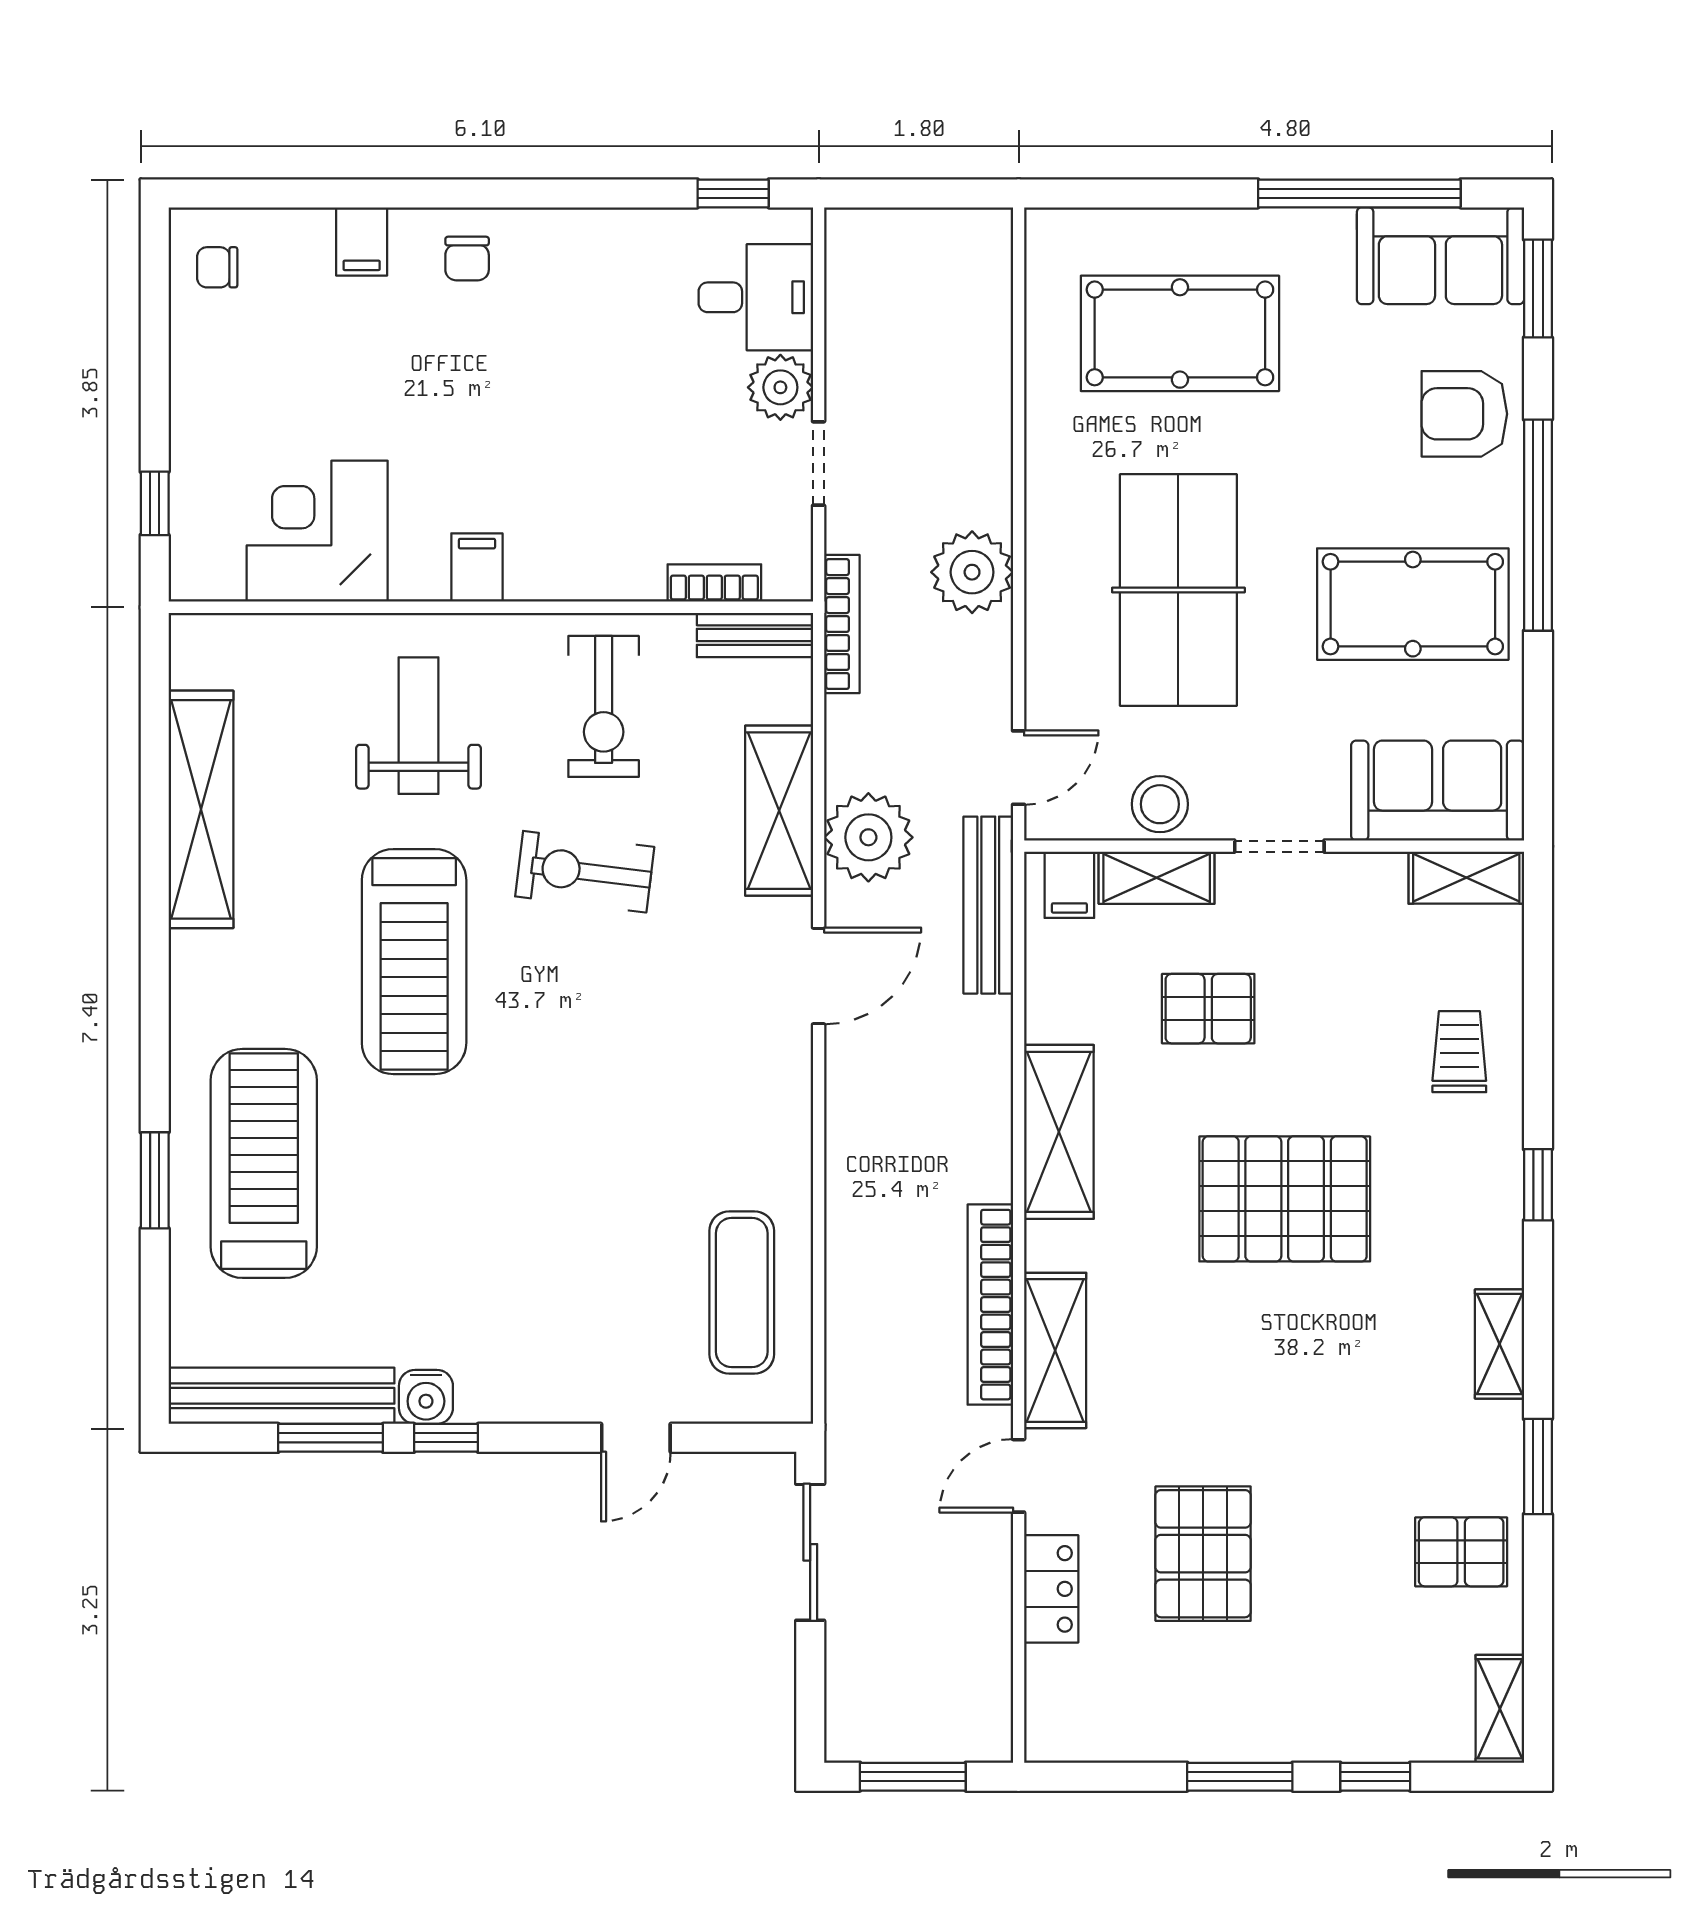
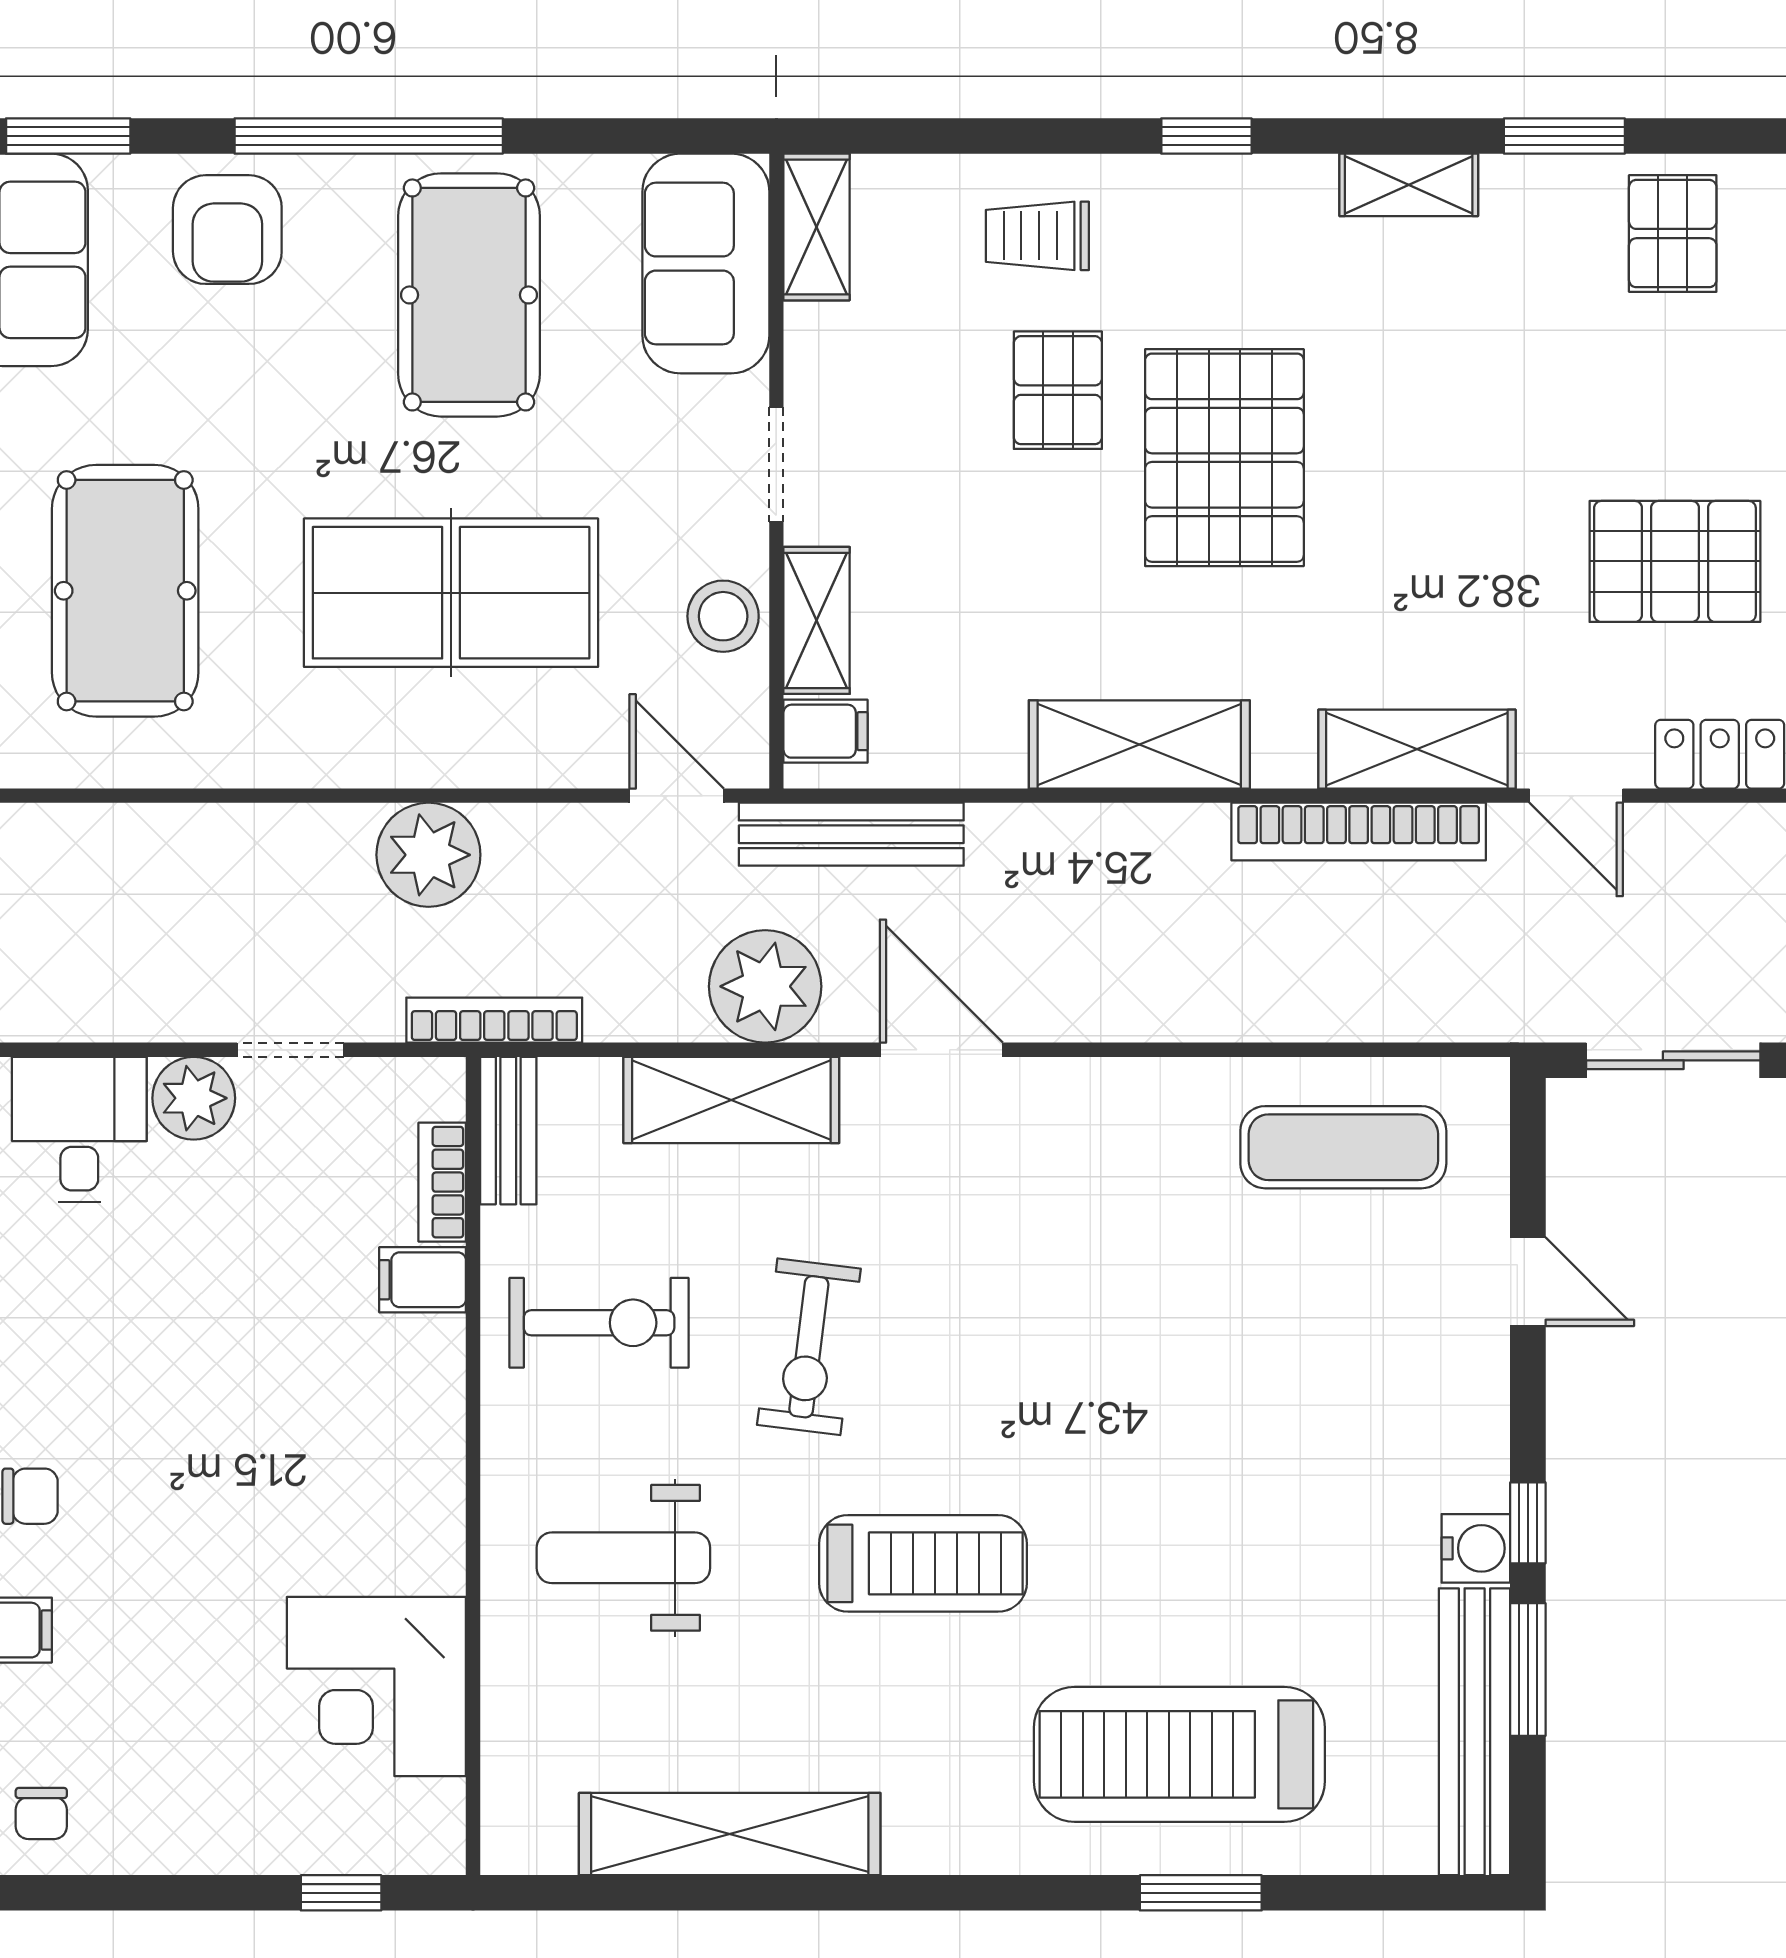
filing cabinet: (477, 568) -> (423, 1280), moved
treadmill: (414, 962) -> (923, 1563), width x0.73, depth x0.73
pallet: (1208, 1009) -> (1058, 390), moved

